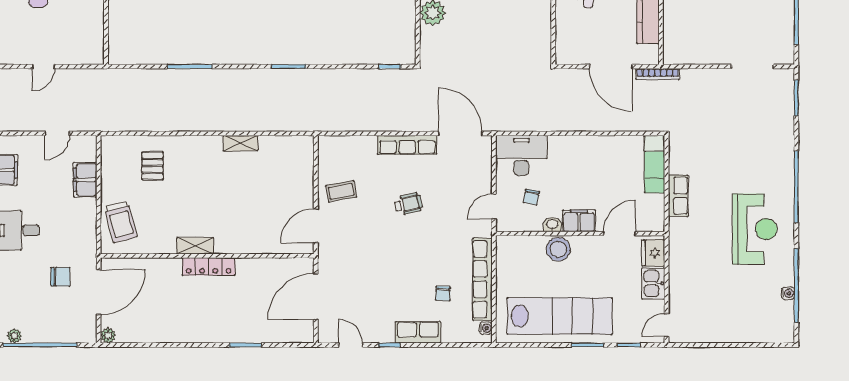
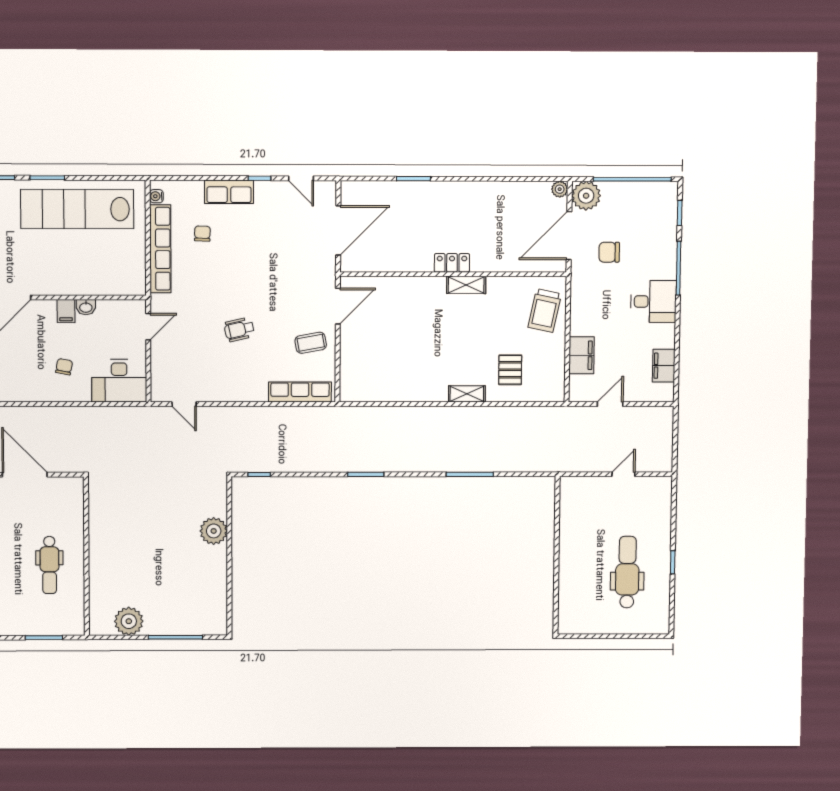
door: (460, 133) -> (184, 404), width x0.53
shelving: (241, 143) -> (467, 394), moved
row of seats: (407, 145) -> (300, 392), moved
chair: (531, 197) -> (64, 367), moved
filing cabinet: (579, 221) -> (66, 311), width x0.50
trolley: (121, 222) -> (545, 311), turned -153
stool: (558, 249) -> (79, 281), removed
locker: (209, 266) -> (452, 263), width x0.66
plant: (14, 336) -> (586, 196), moved, width x1.88, depth x1.88

